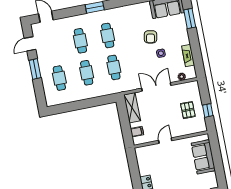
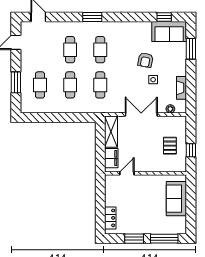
window: (35, 69) -> (16, 82), moved
filing cabinet: (137, 132) -> (111, 158), width x2.00
door: (165, 141) -> (127, 173), moved

